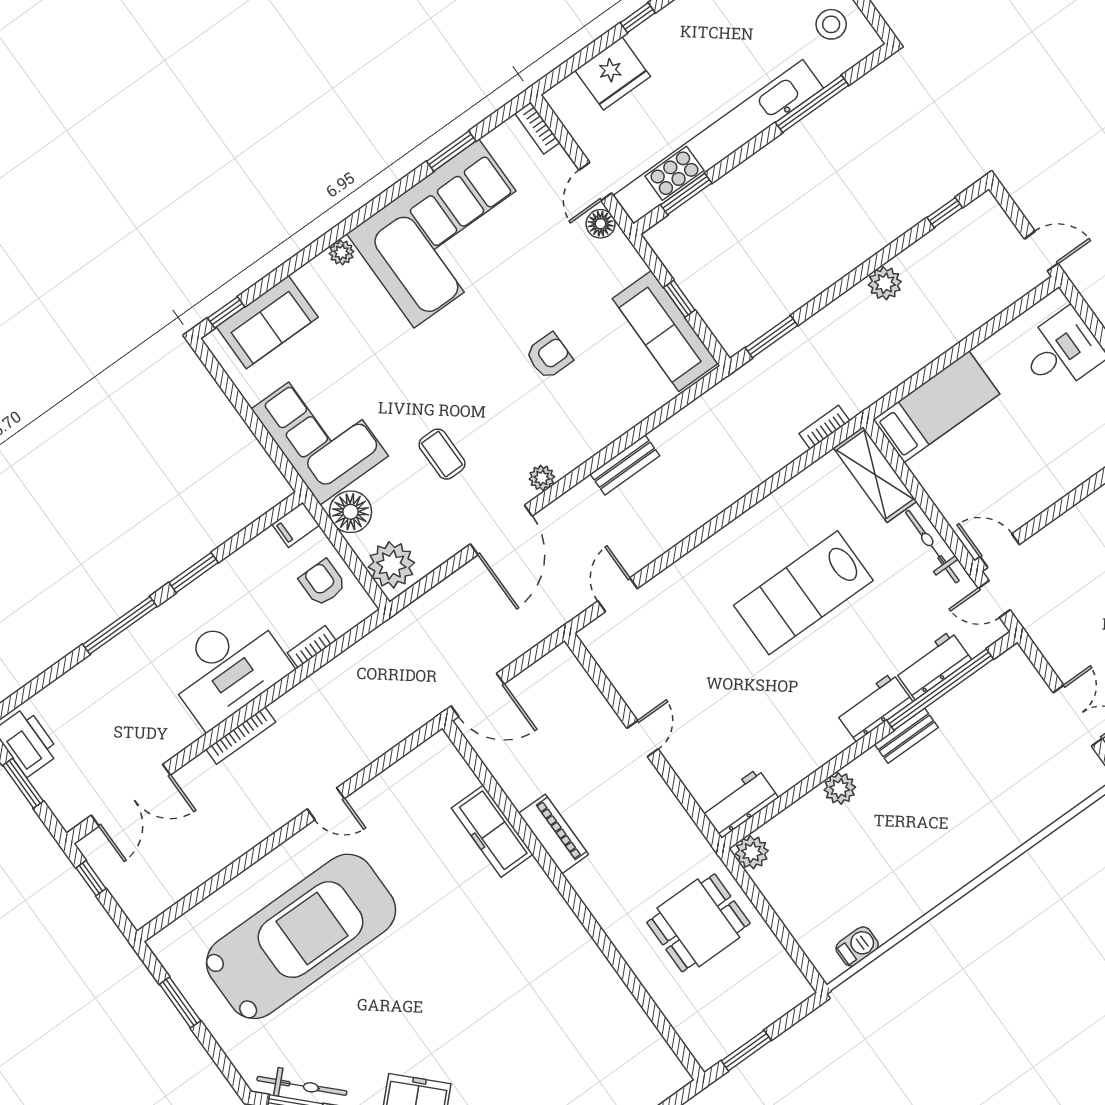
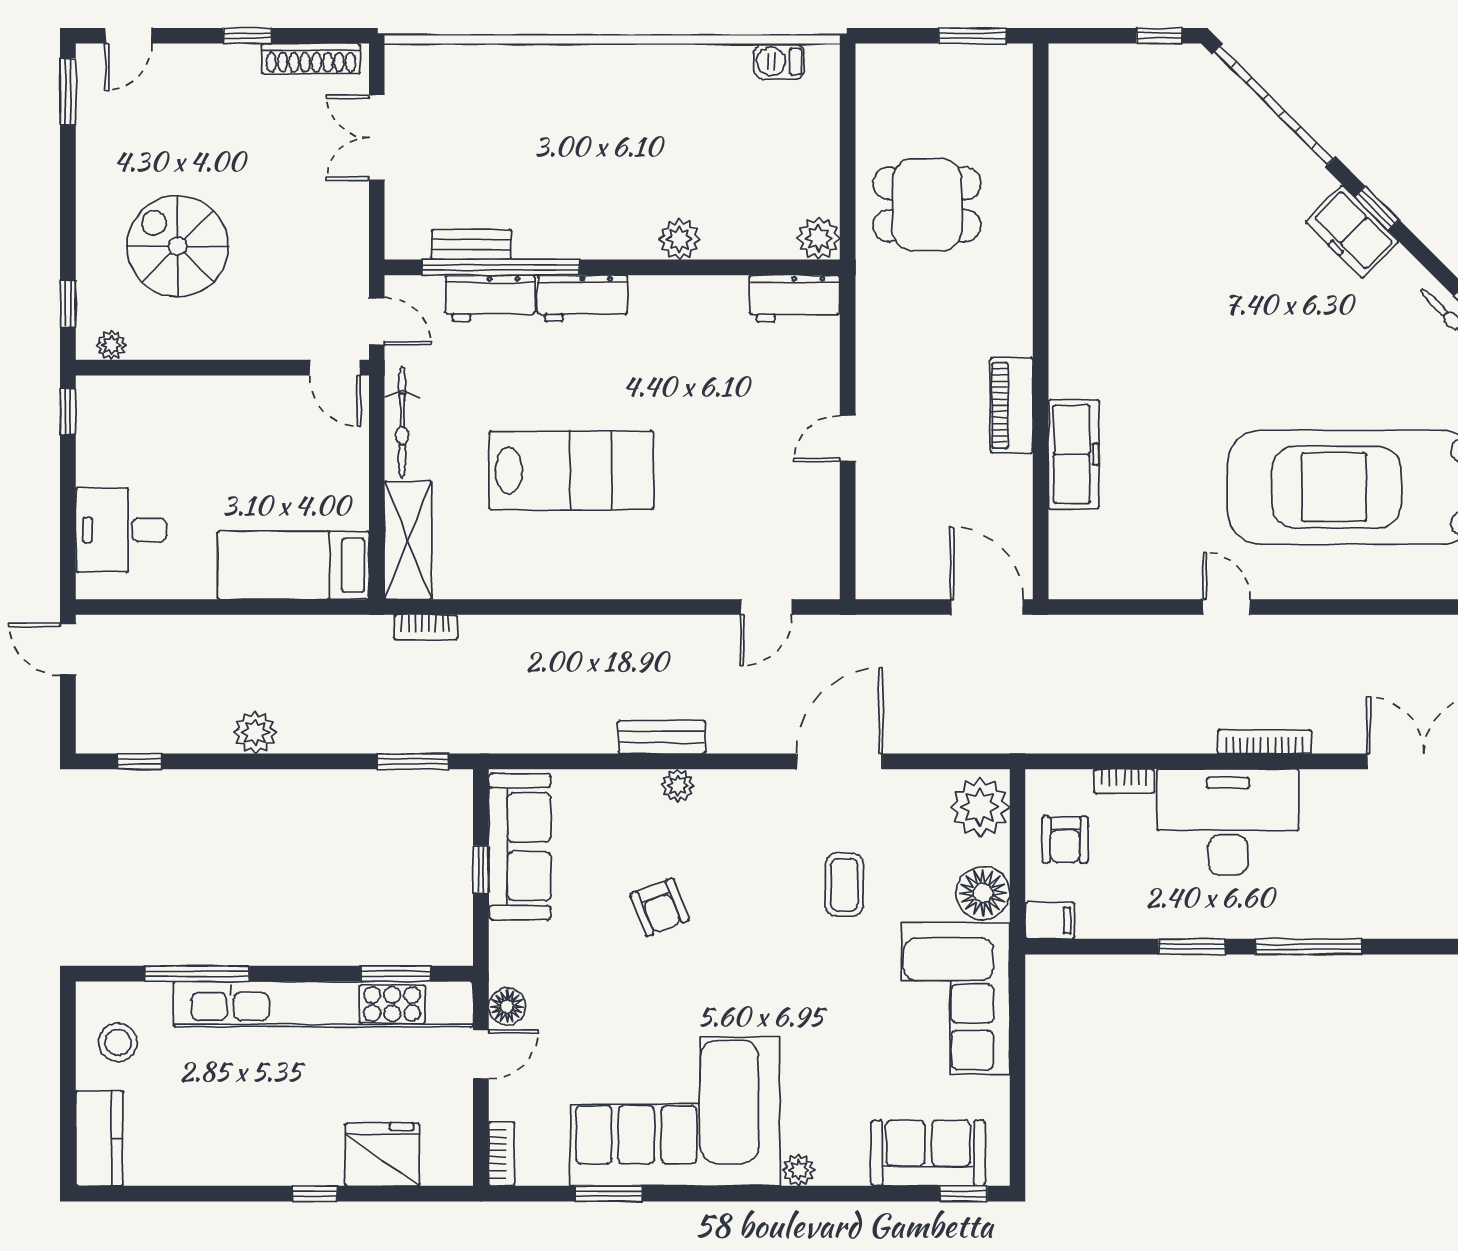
armchair: (549, 356) -> (659, 907), turned -111
plant: (542, 478) -> (678, 785), moved
bench: (906, 736) -> (471, 244), moved

